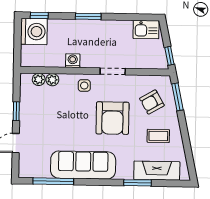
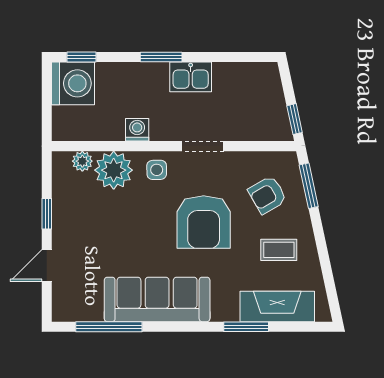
kitchen sink: (146, 30) -> (191, 77), moved
plant: (52, 80) -> (114, 170), width x1.87, depth x1.87

